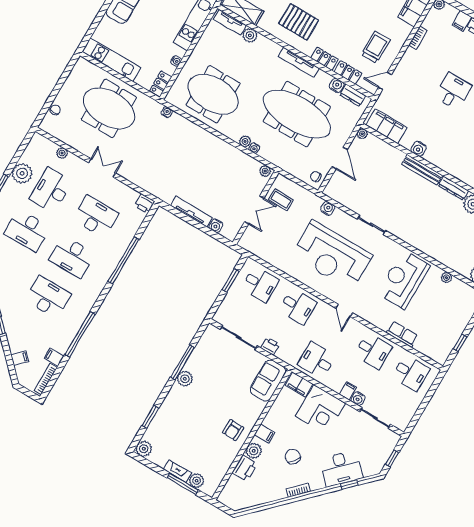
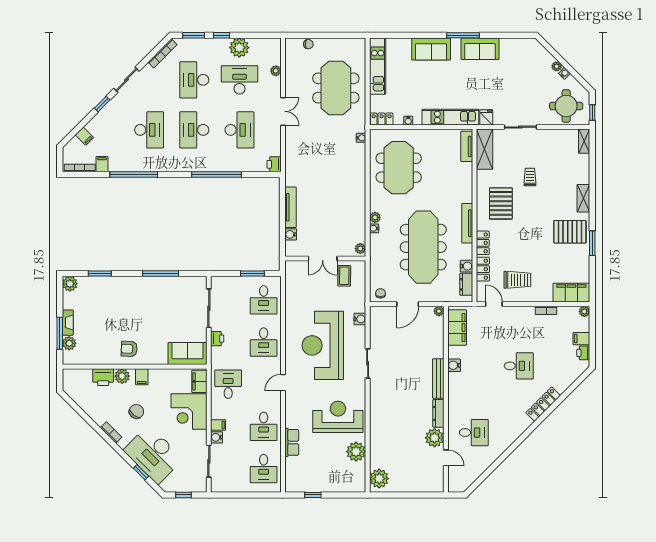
plant: (250, 35) -> (466, 169), removed
plant: (446, 278) -> (356, 452), width x1.88, depth x1.88
plant: (185, 379) -> (148, 284), removed
desk: (341, 468) -> (153, 455), width x1.36, depth x1.30

